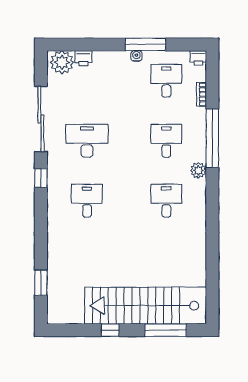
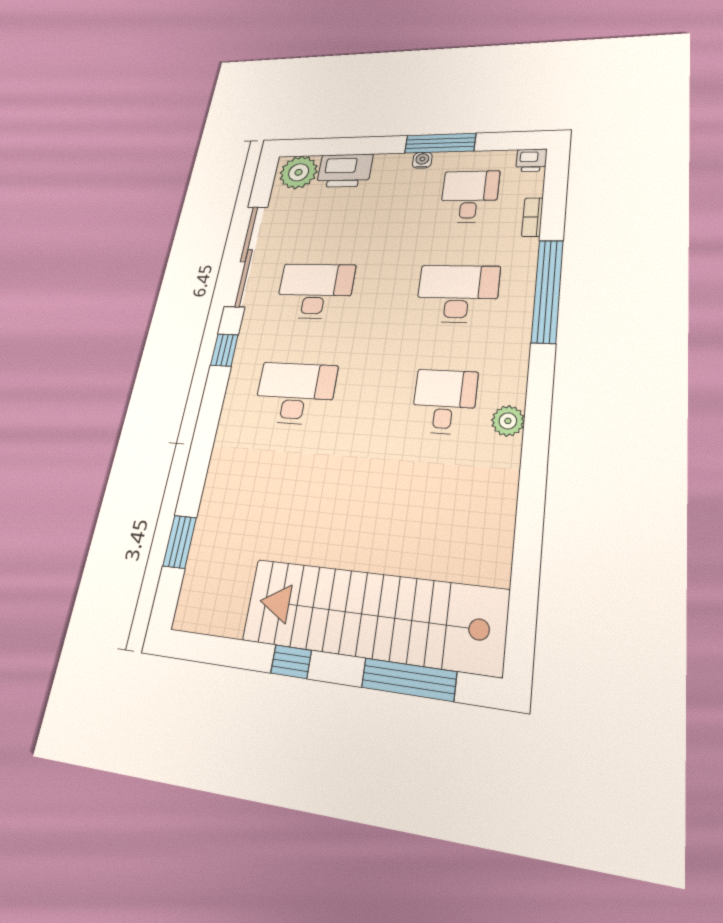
printer: (83, 58) -> (345, 171), width x1.87, depth x1.48
desk: (166, 141) -> (458, 294), width x1.37
plant: (198, 170) -> (508, 421), moved
desk: (87, 201) -> (295, 393), width x1.37

